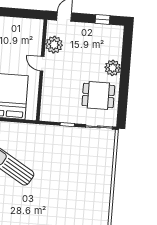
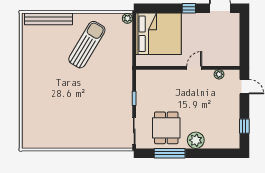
plant: (54, 45) -> (219, 74), width x0.53, depth x0.53
window: (123, 94) -> (170, 153), added

